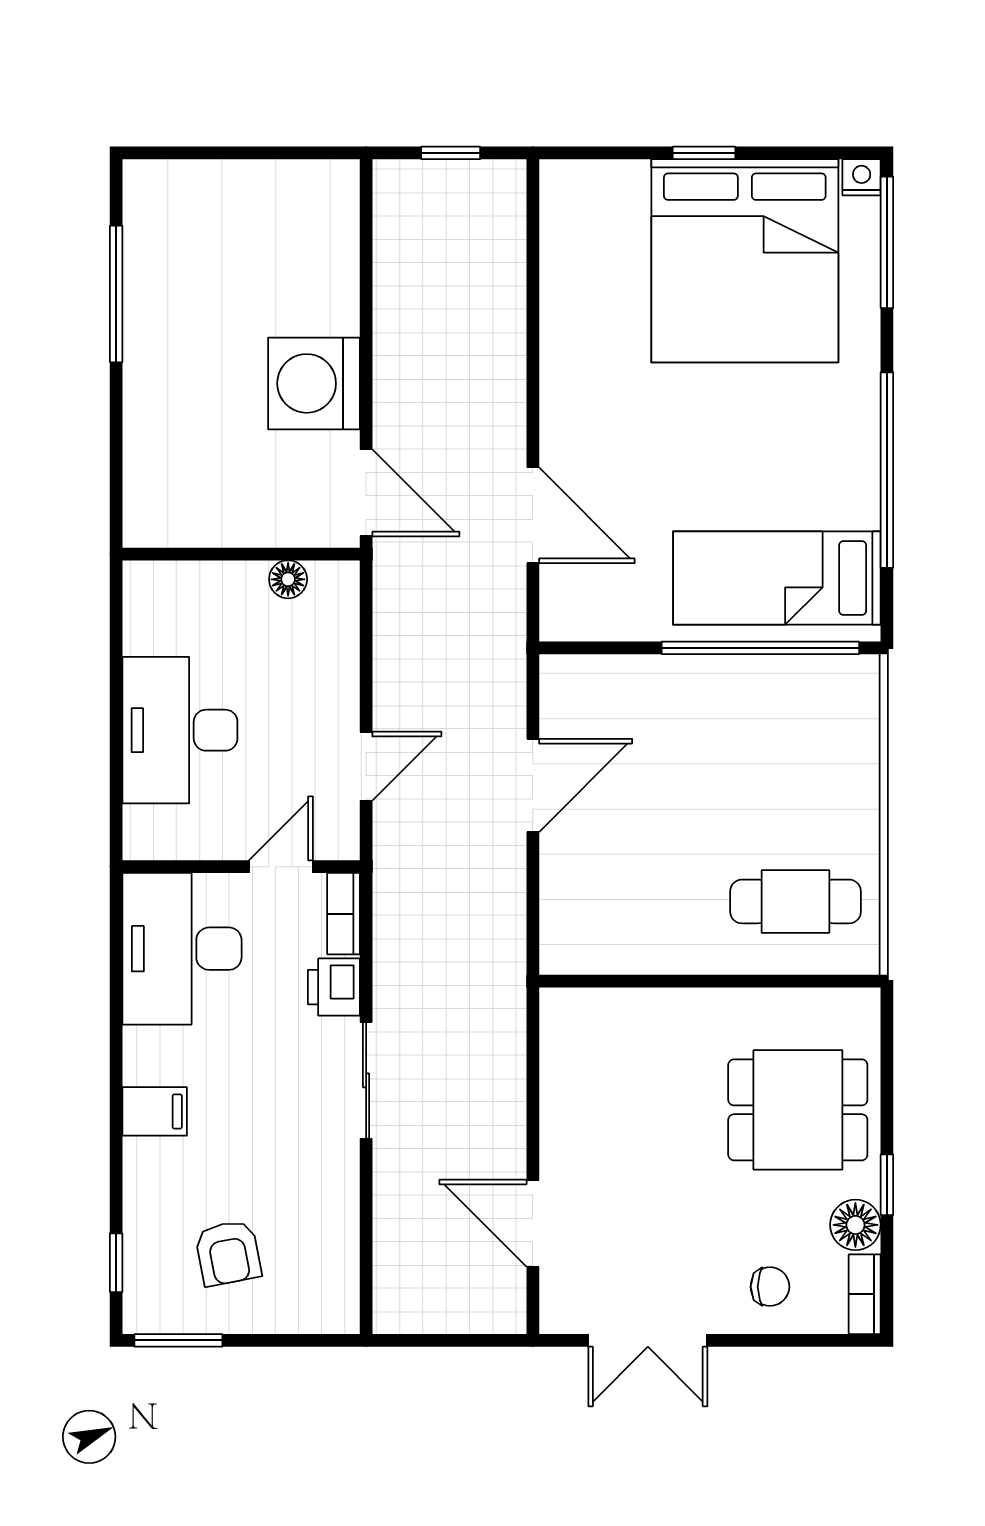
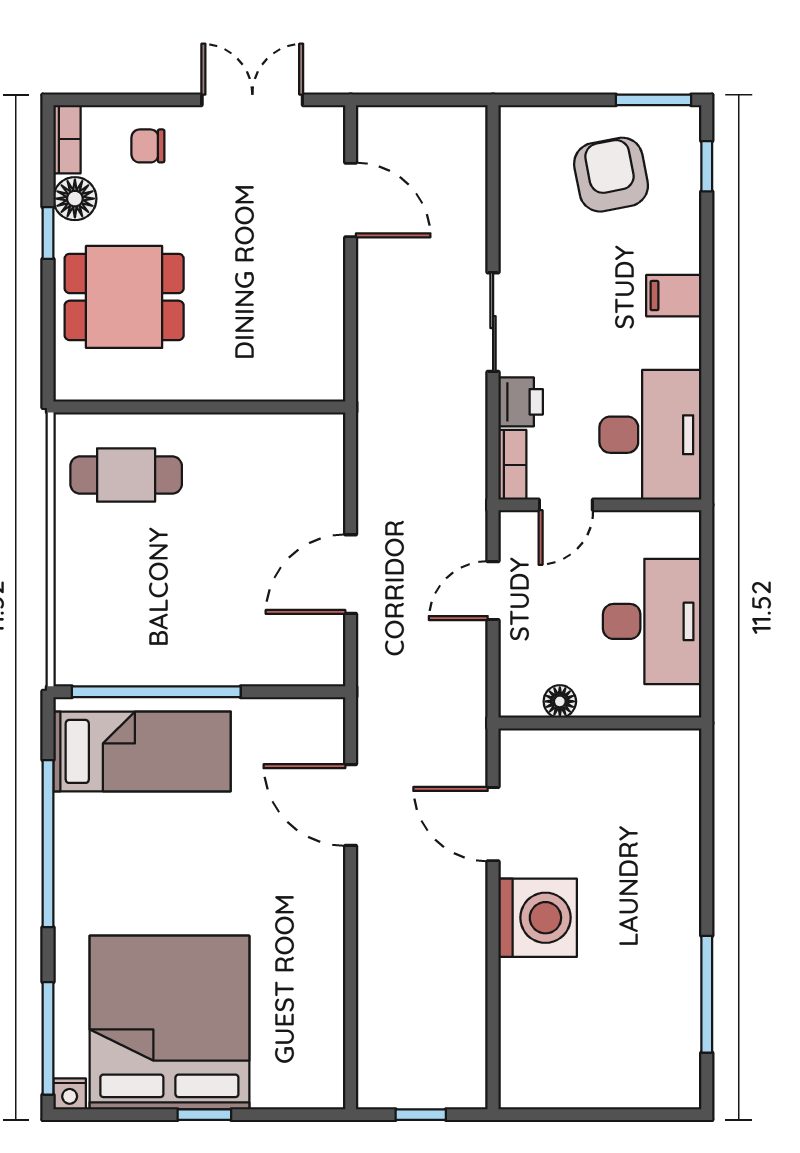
wall: (241, 554) -> (600, 723), moved
floor lamp: (288, 579) -> (560, 701), moved
armchair: (228, 1253) -> (611, 175), width x1.38, depth x1.38

